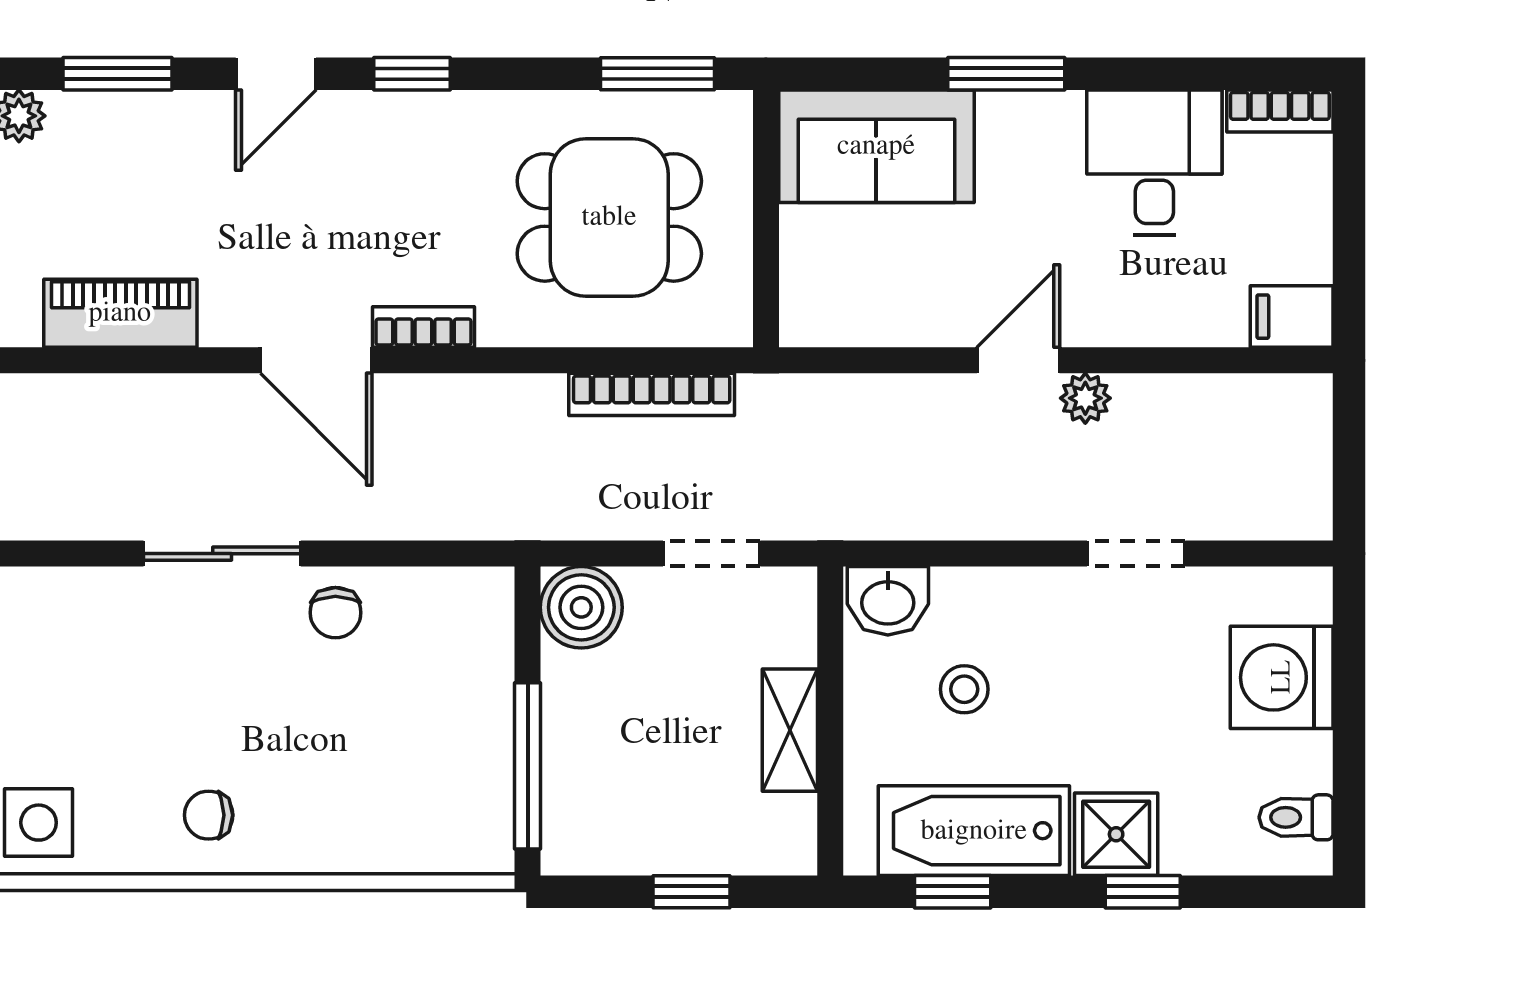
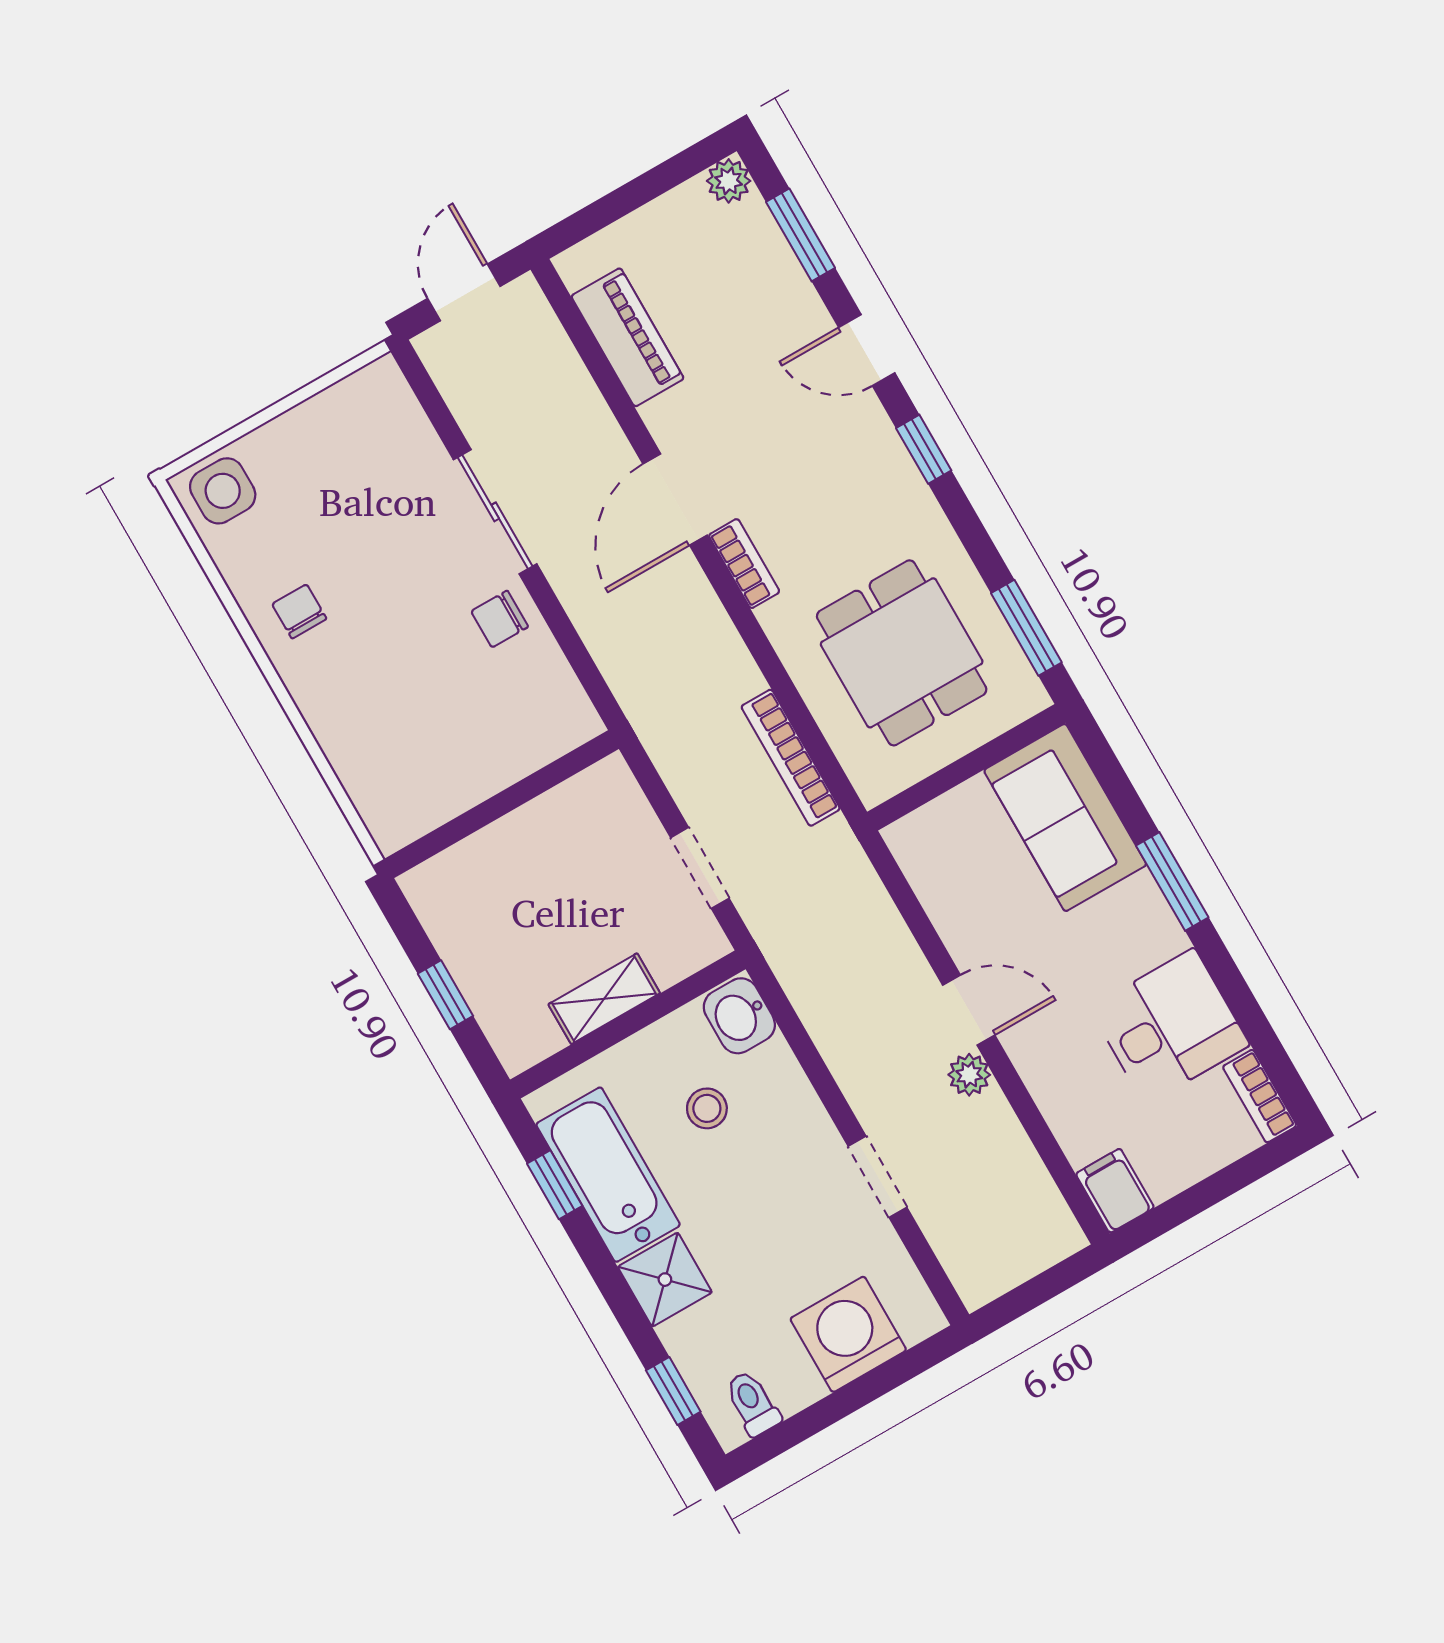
boiler: (581, 607) -> (606, 796), removed
window: (528, 766) -> (468, 823), removed
window: (1143, 892) -> (673, 1391), moved

